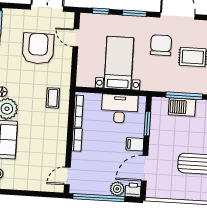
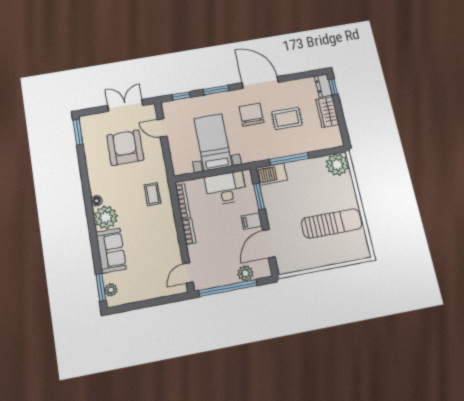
barbecue: (182, 107) -> (272, 174), moved
printer: (133, 190) -> (263, 270), removed

